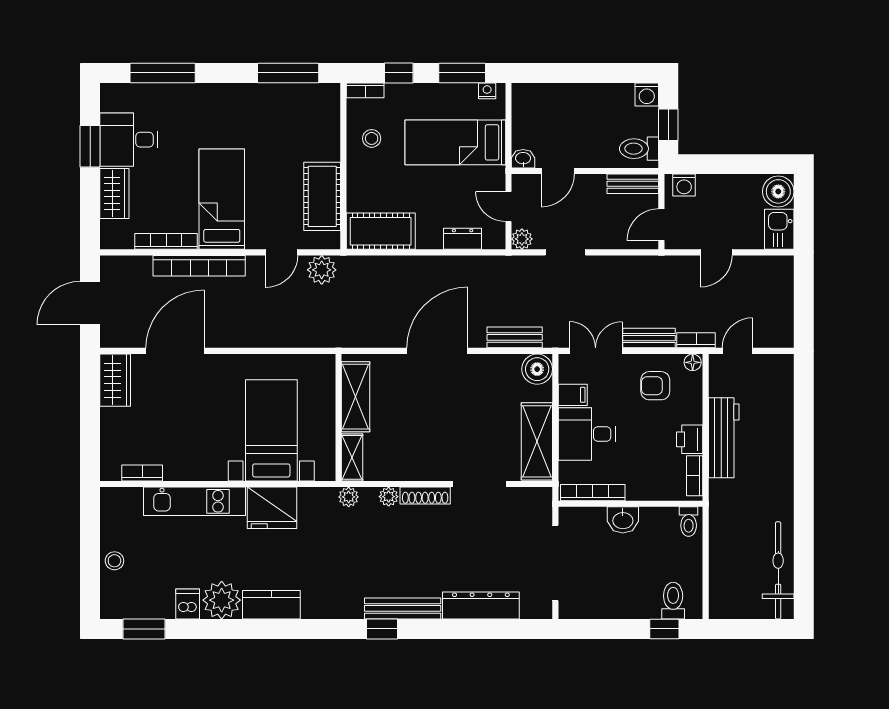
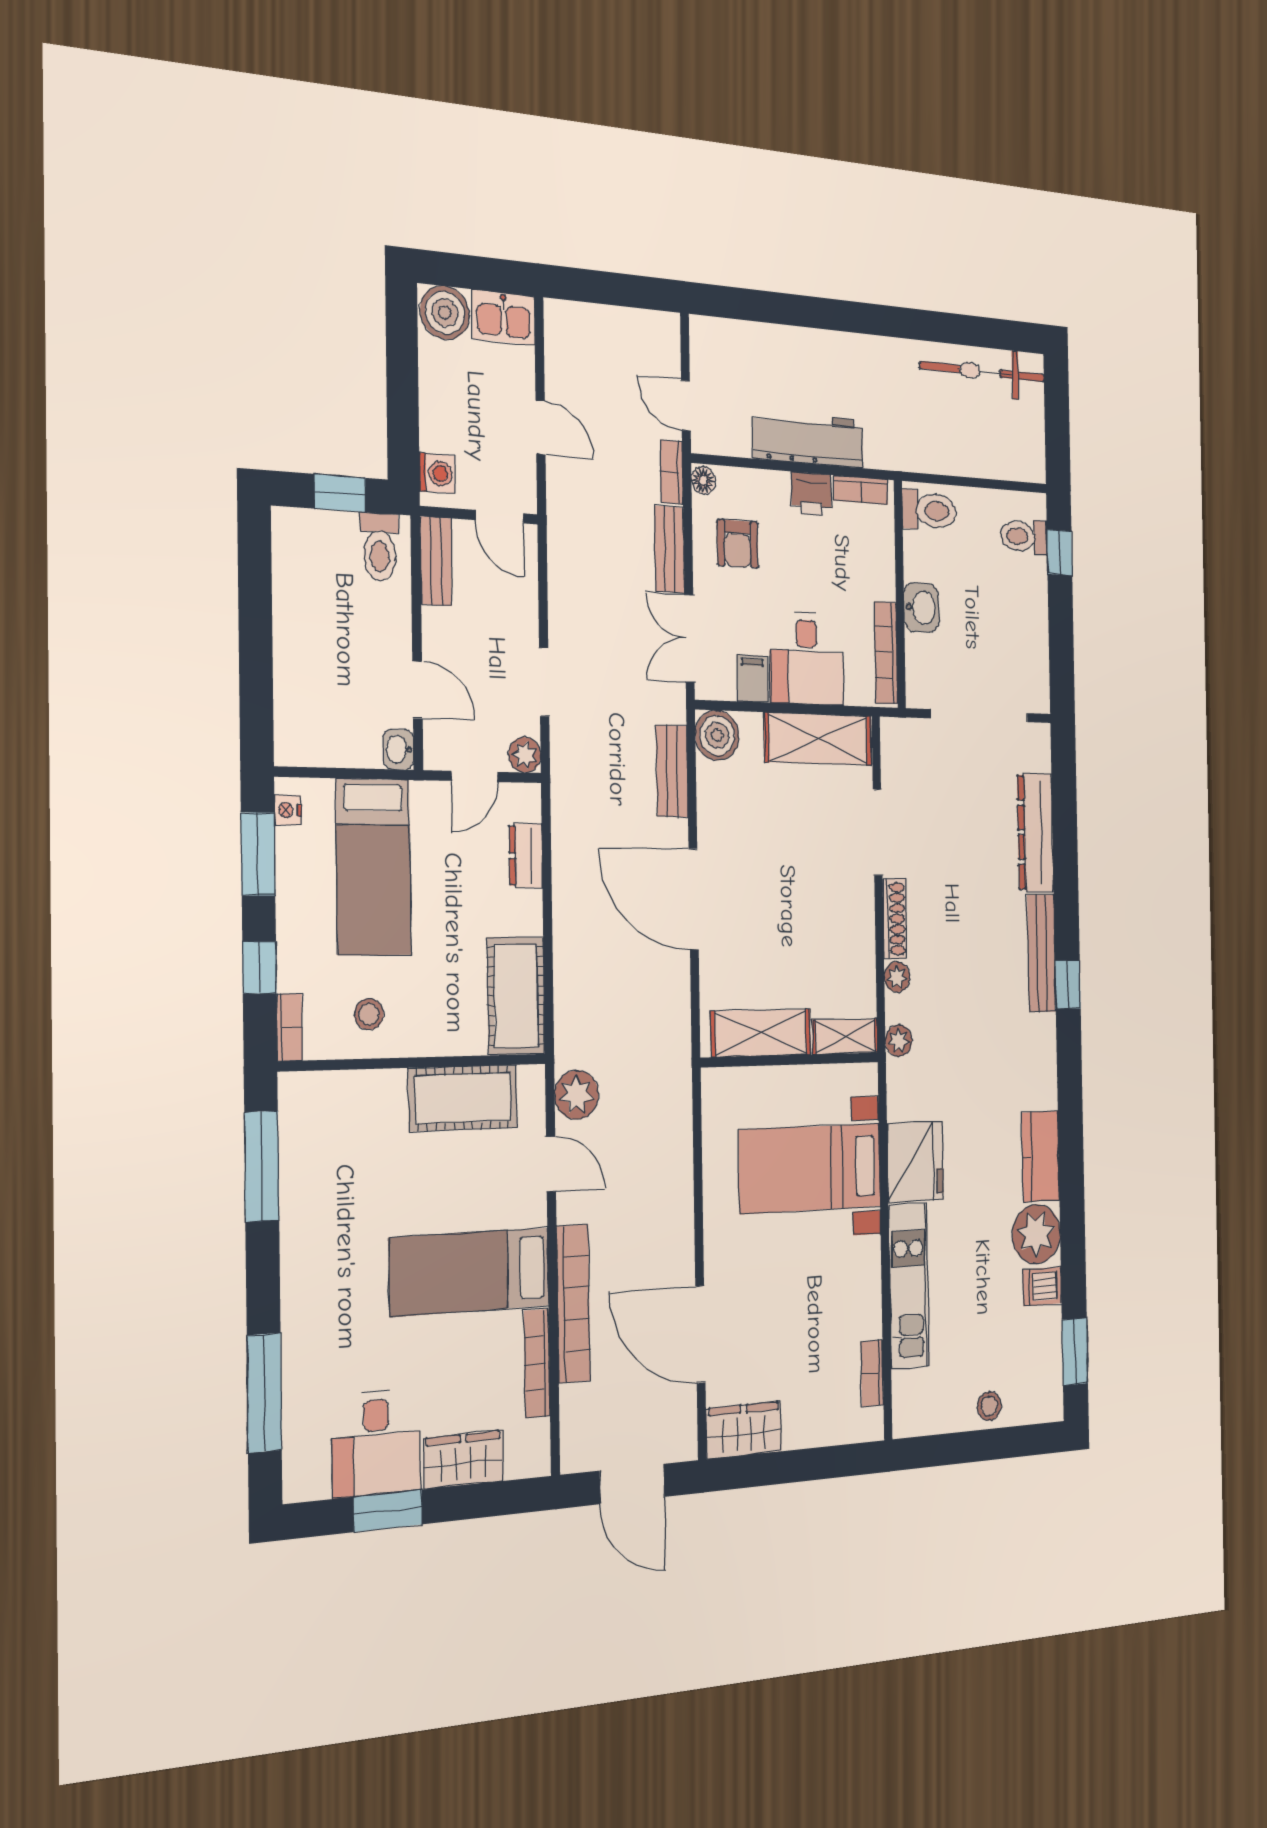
washing machine: (647, 94) -> (290, 527), removed
toilet: (689, 522) -> (929, 511), width x1.37, depth x1.39

